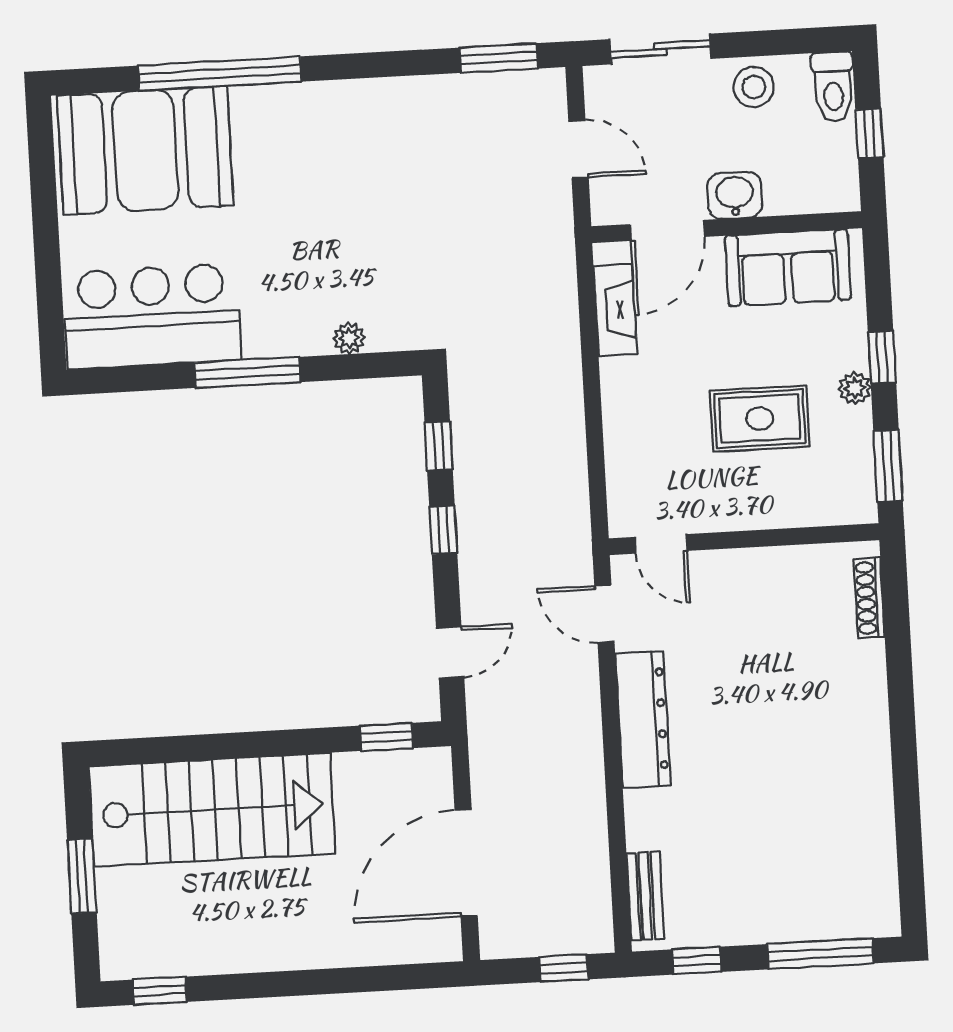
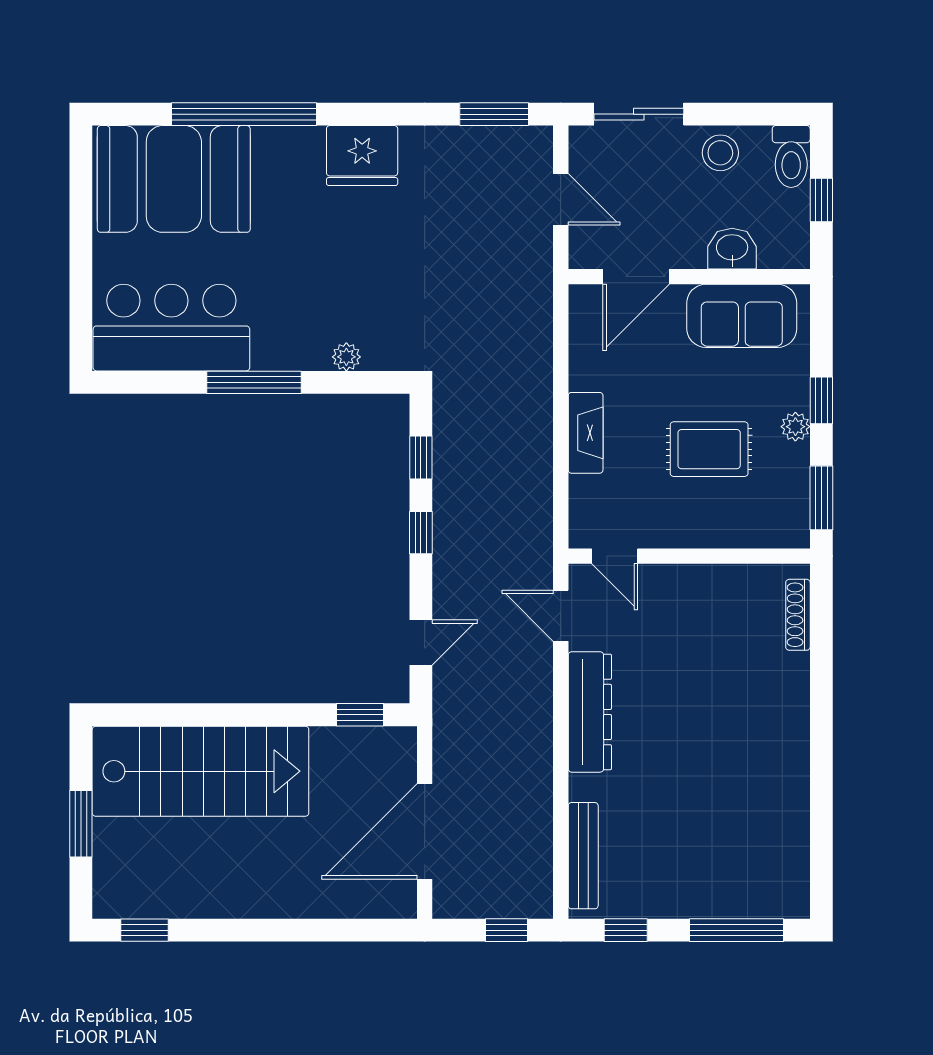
fridge: (354, 113) -> (362, 156), added
washbasin: (735, 195) -> (732, 249), moved
fireplace: (615, 310) -> (586, 433), moved
bench: (645, 896) -> (583, 856), width x1.36

